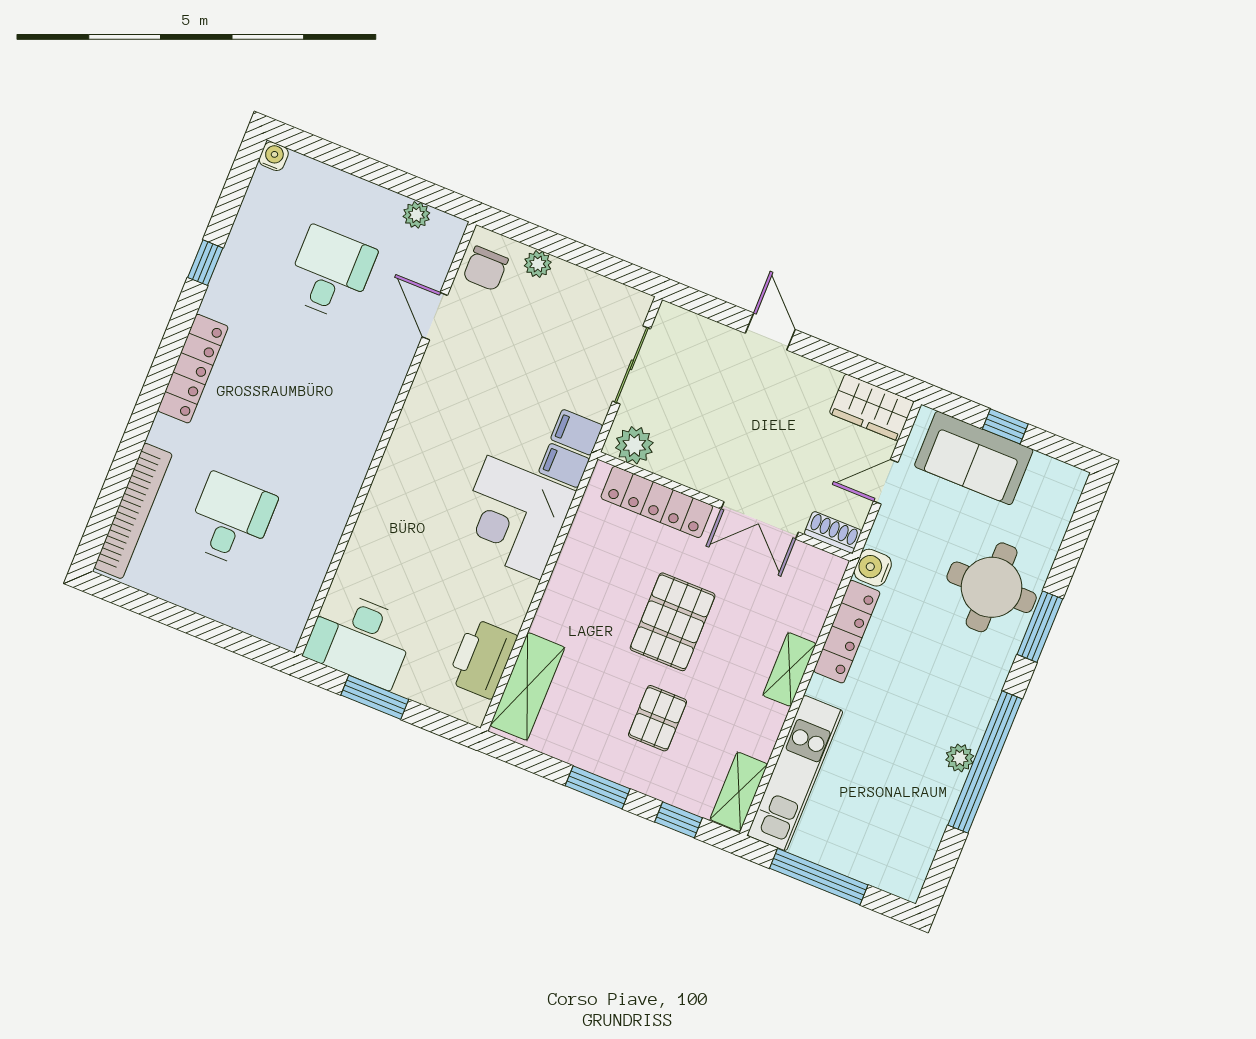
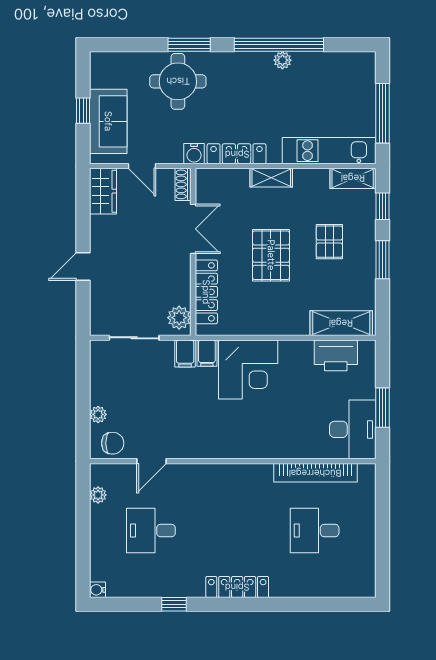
bookcase: (133, 511) -> (315, 473), moved, turned 180
pallet: (673, 622) -> (271, 255), turned 90
pallet: (658, 718) -> (329, 242), turned 90

